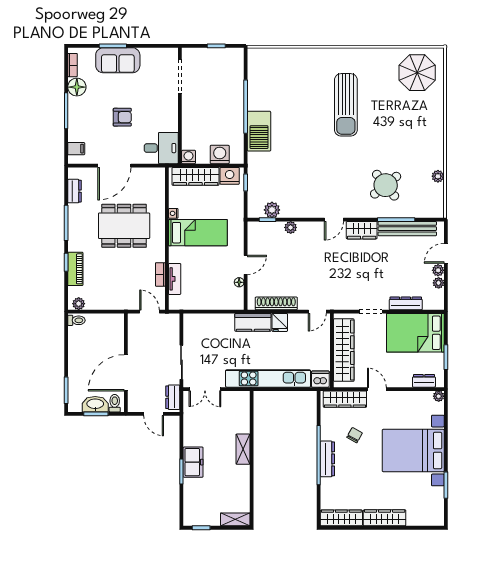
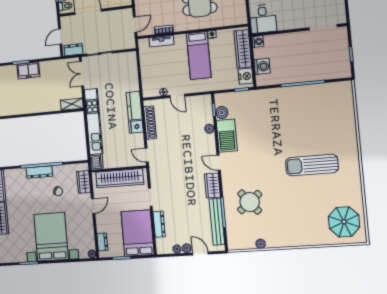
barbecue: (259, 131) -> (227, 136), moved, turned -90
wardrobe: (345, 399) -> (84, 182), width x0.67
shelving: (243, 449) -> (72, 104), moved

